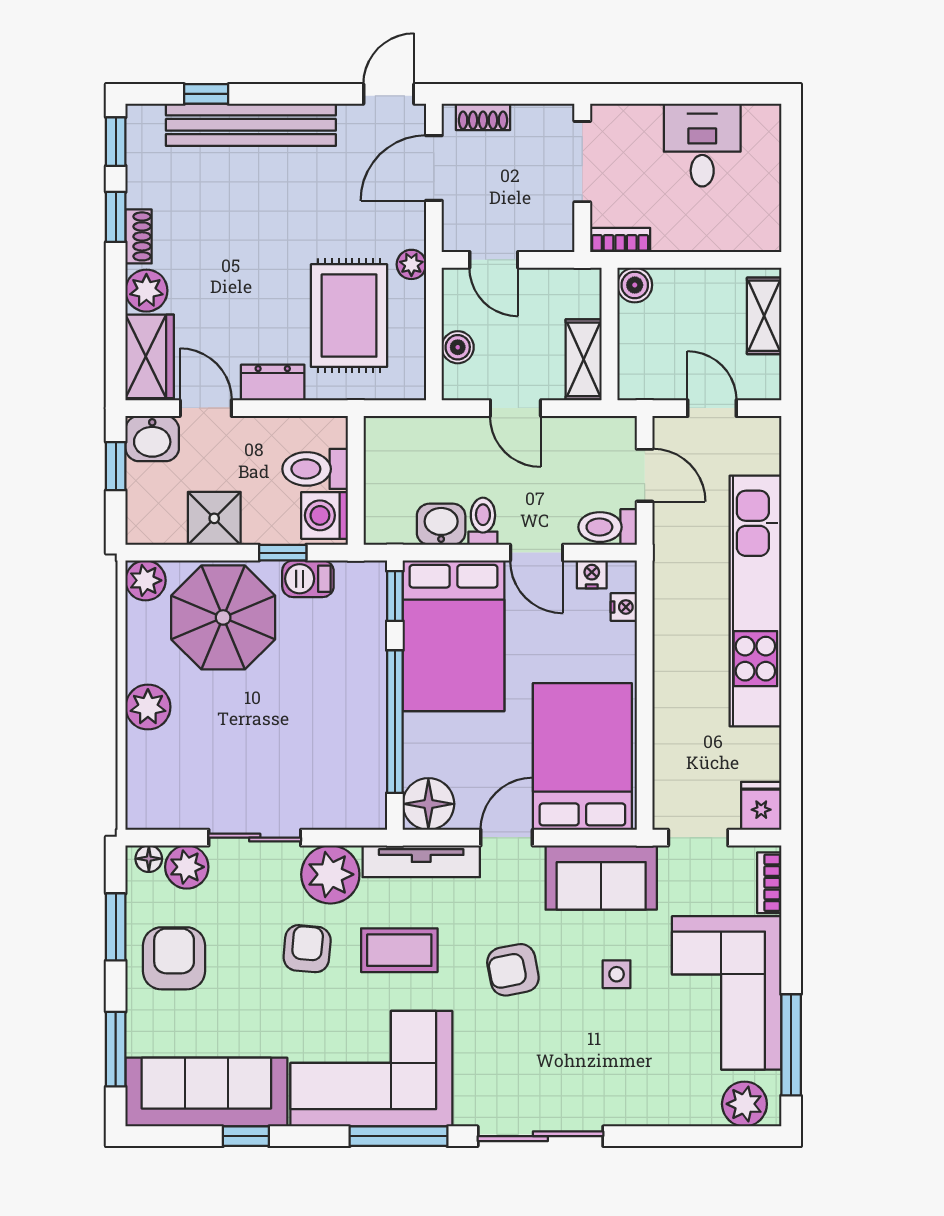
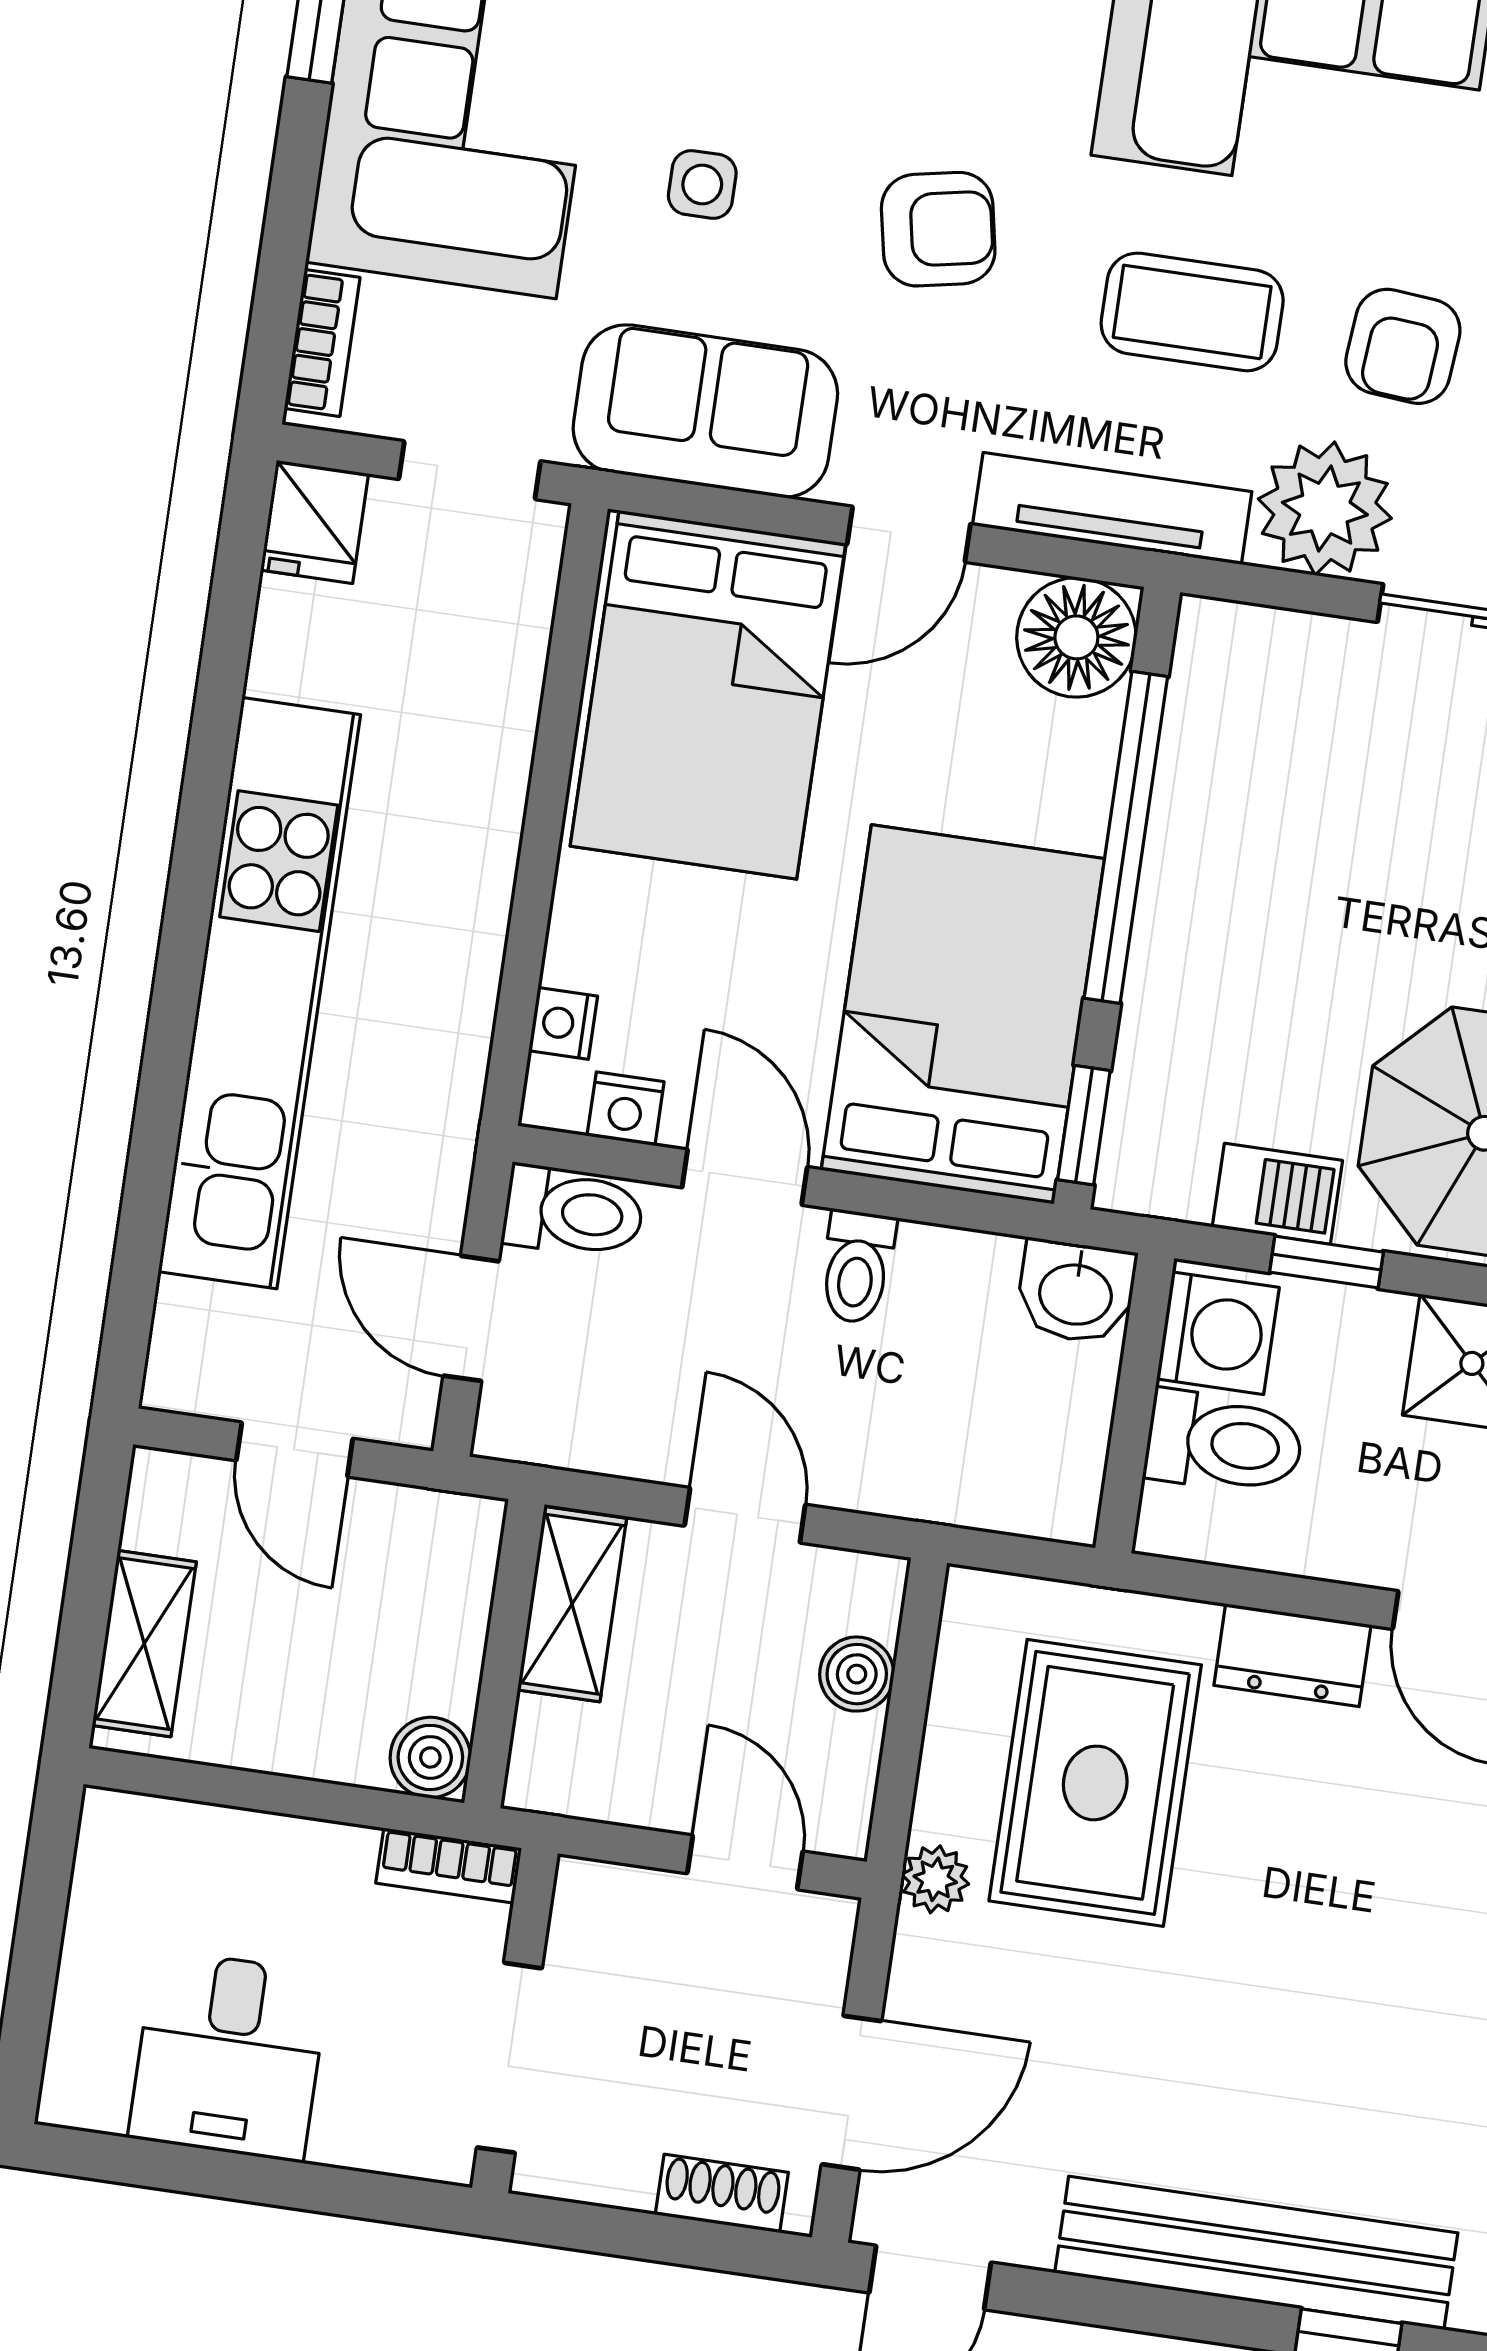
washbasin: (441, 524) -> (1076, 1292), moved

